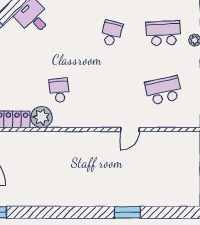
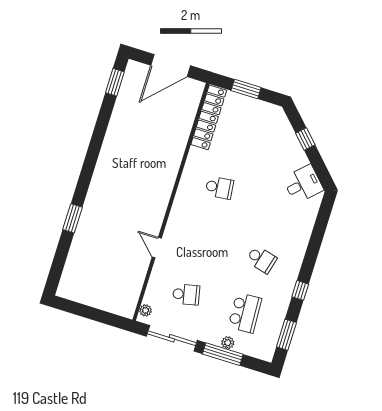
school desk: (163, 90) -> (186, 294), width x0.54
plant: (42, 117) -> (145, 310), moved, width x0.53, depth x0.53

